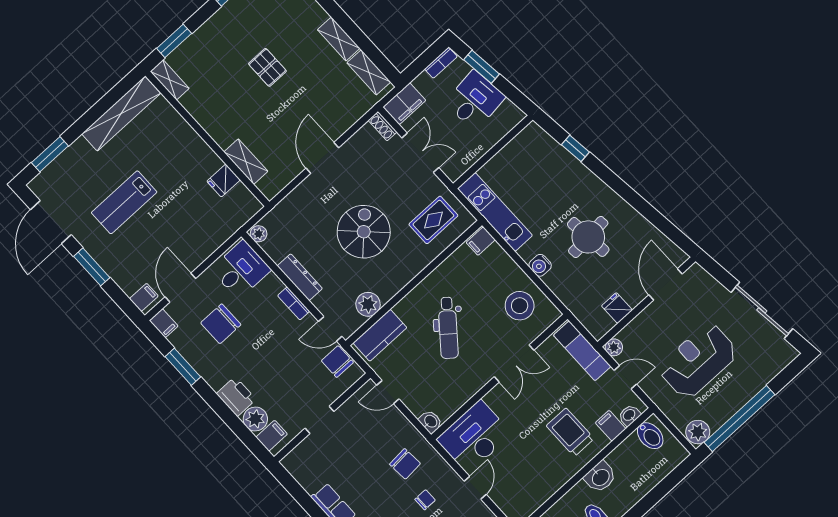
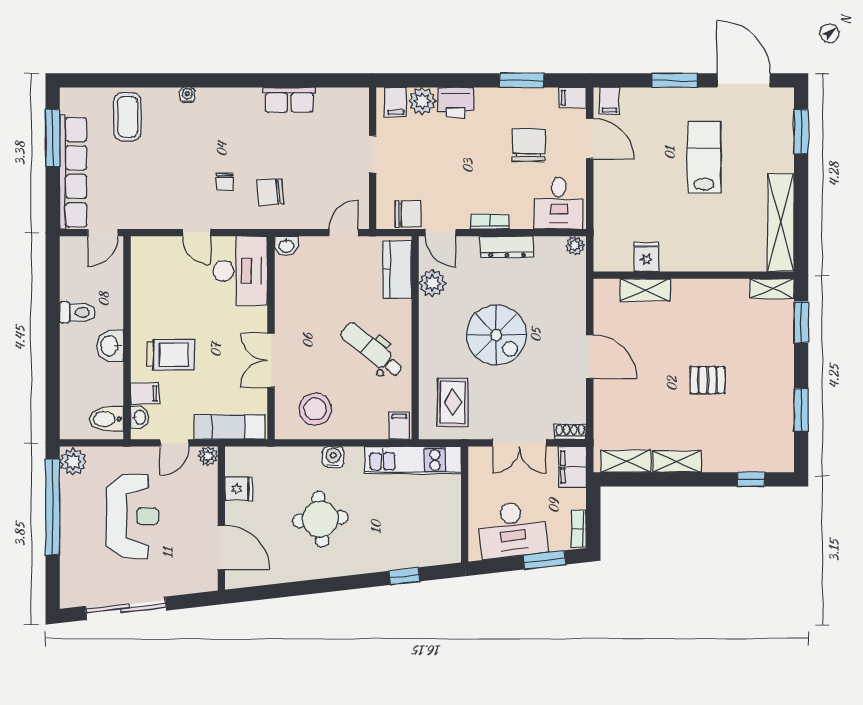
desk: (475, 100) -> (512, 530), width x1.37
dental chair: (448, 328) -> (372, 350), moved
door: (330, 329) -> (441, 233), swing flipped

